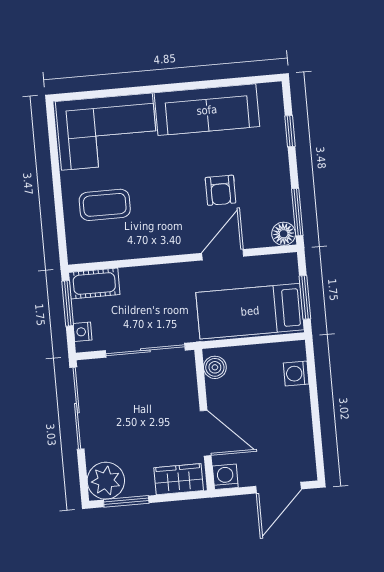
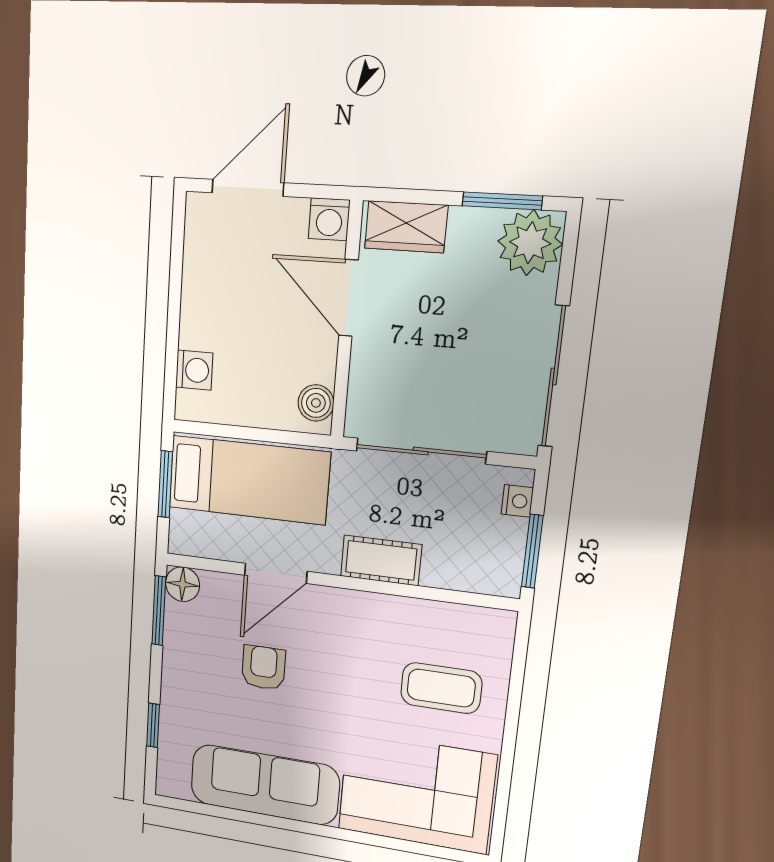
cot: (94, 283) -> (381, 560), moved

